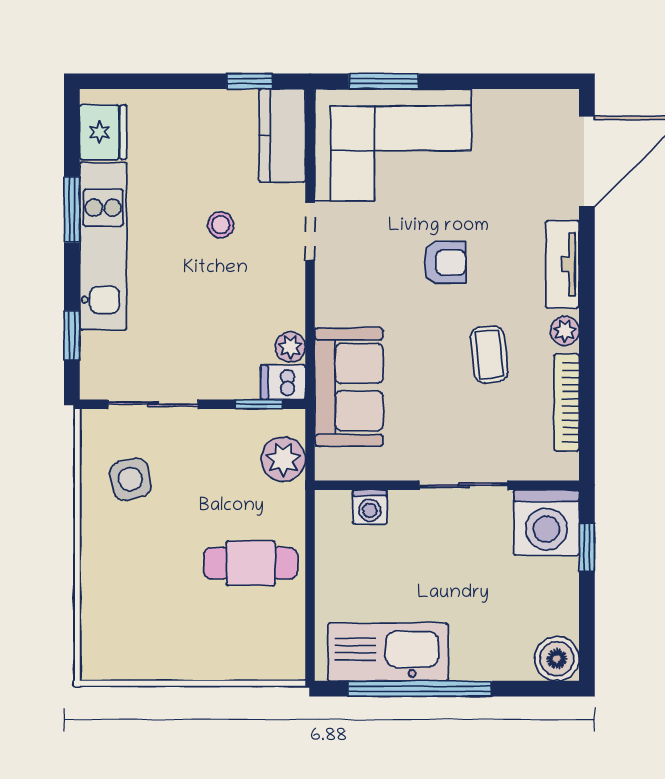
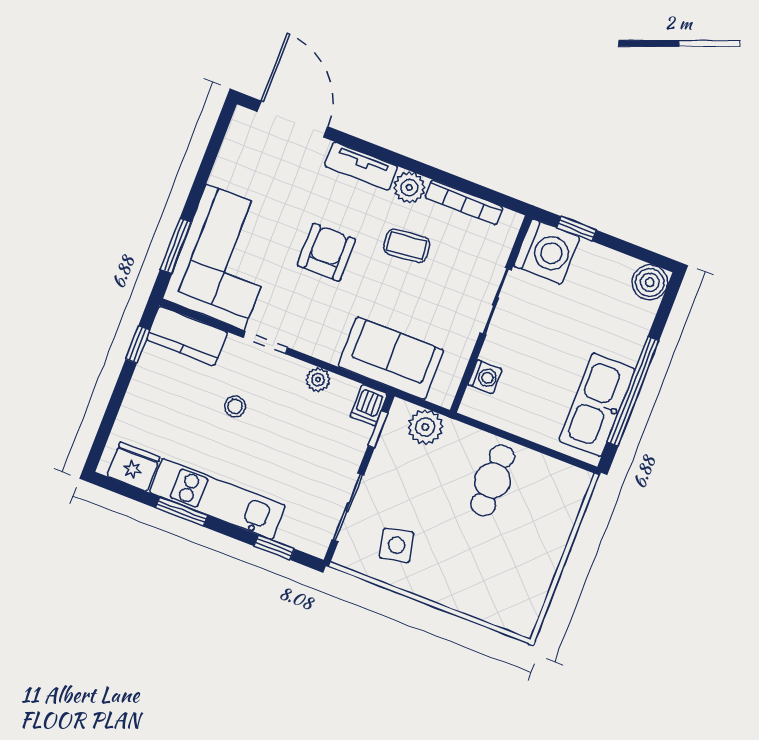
armchair: (445, 262) -> (326, 252), width x1.38, depth x1.38
plant: (565, 331) -> (409, 187), width x1.38, depth x1.38
plant: (290, 347) -> (318, 380), moved

